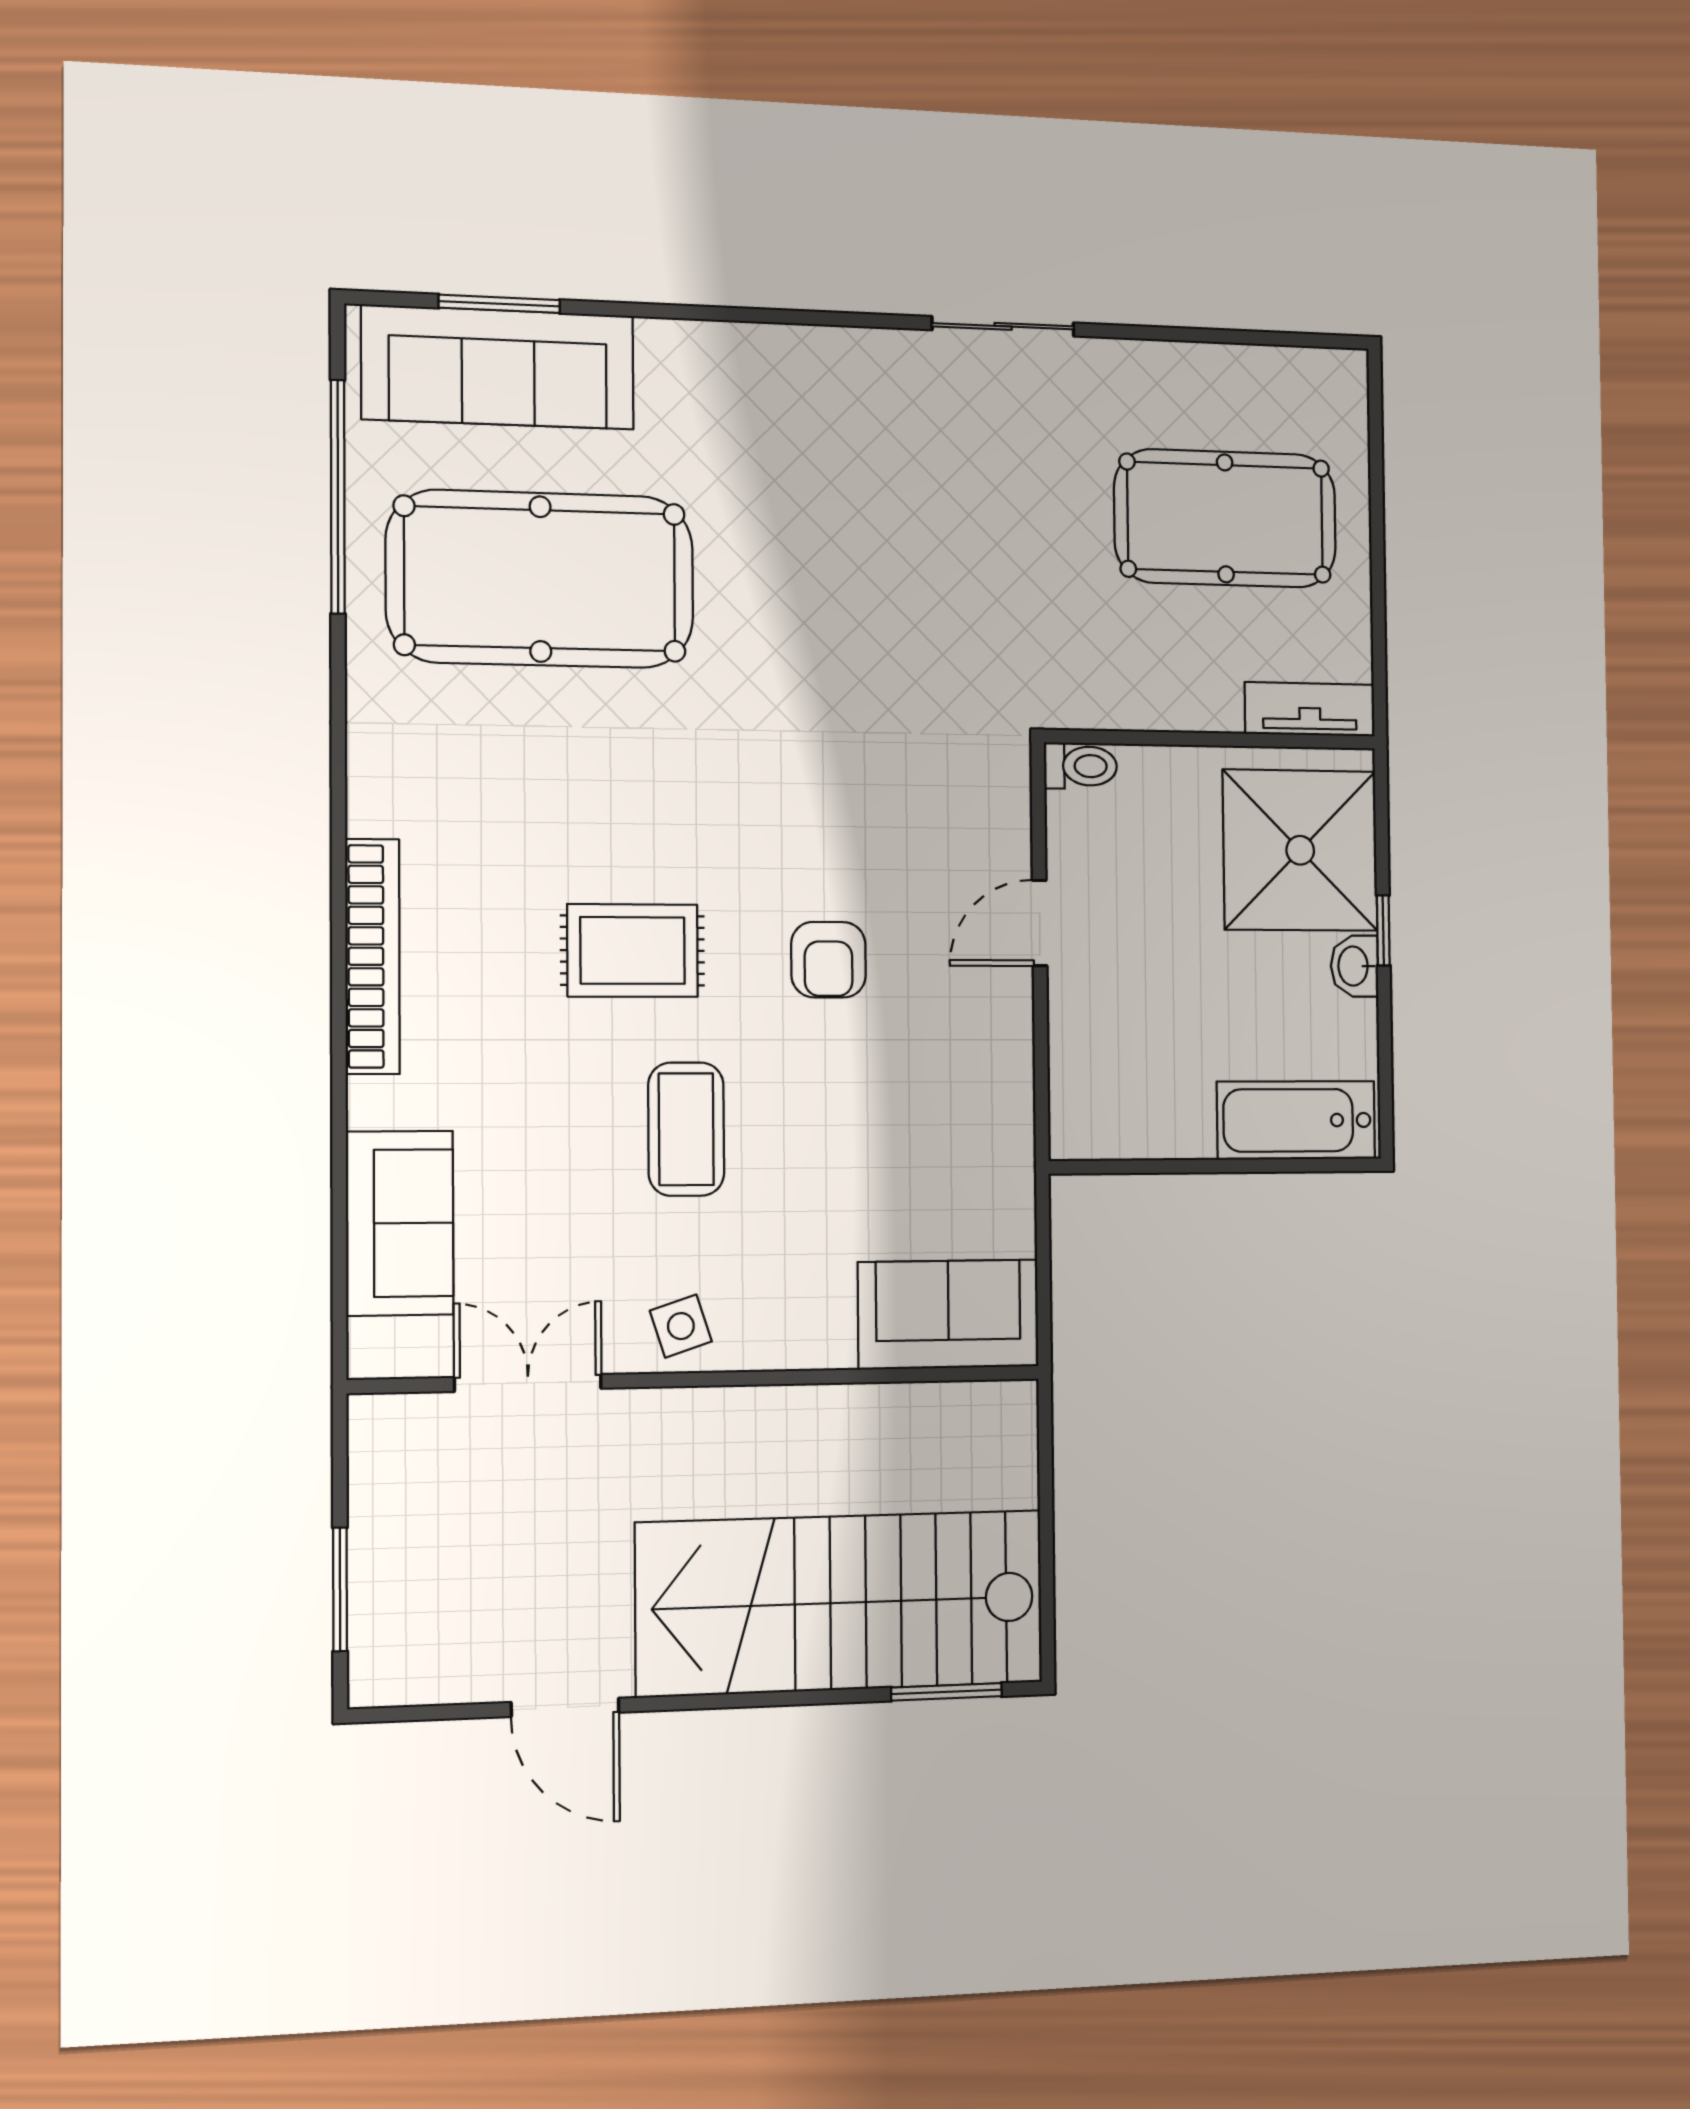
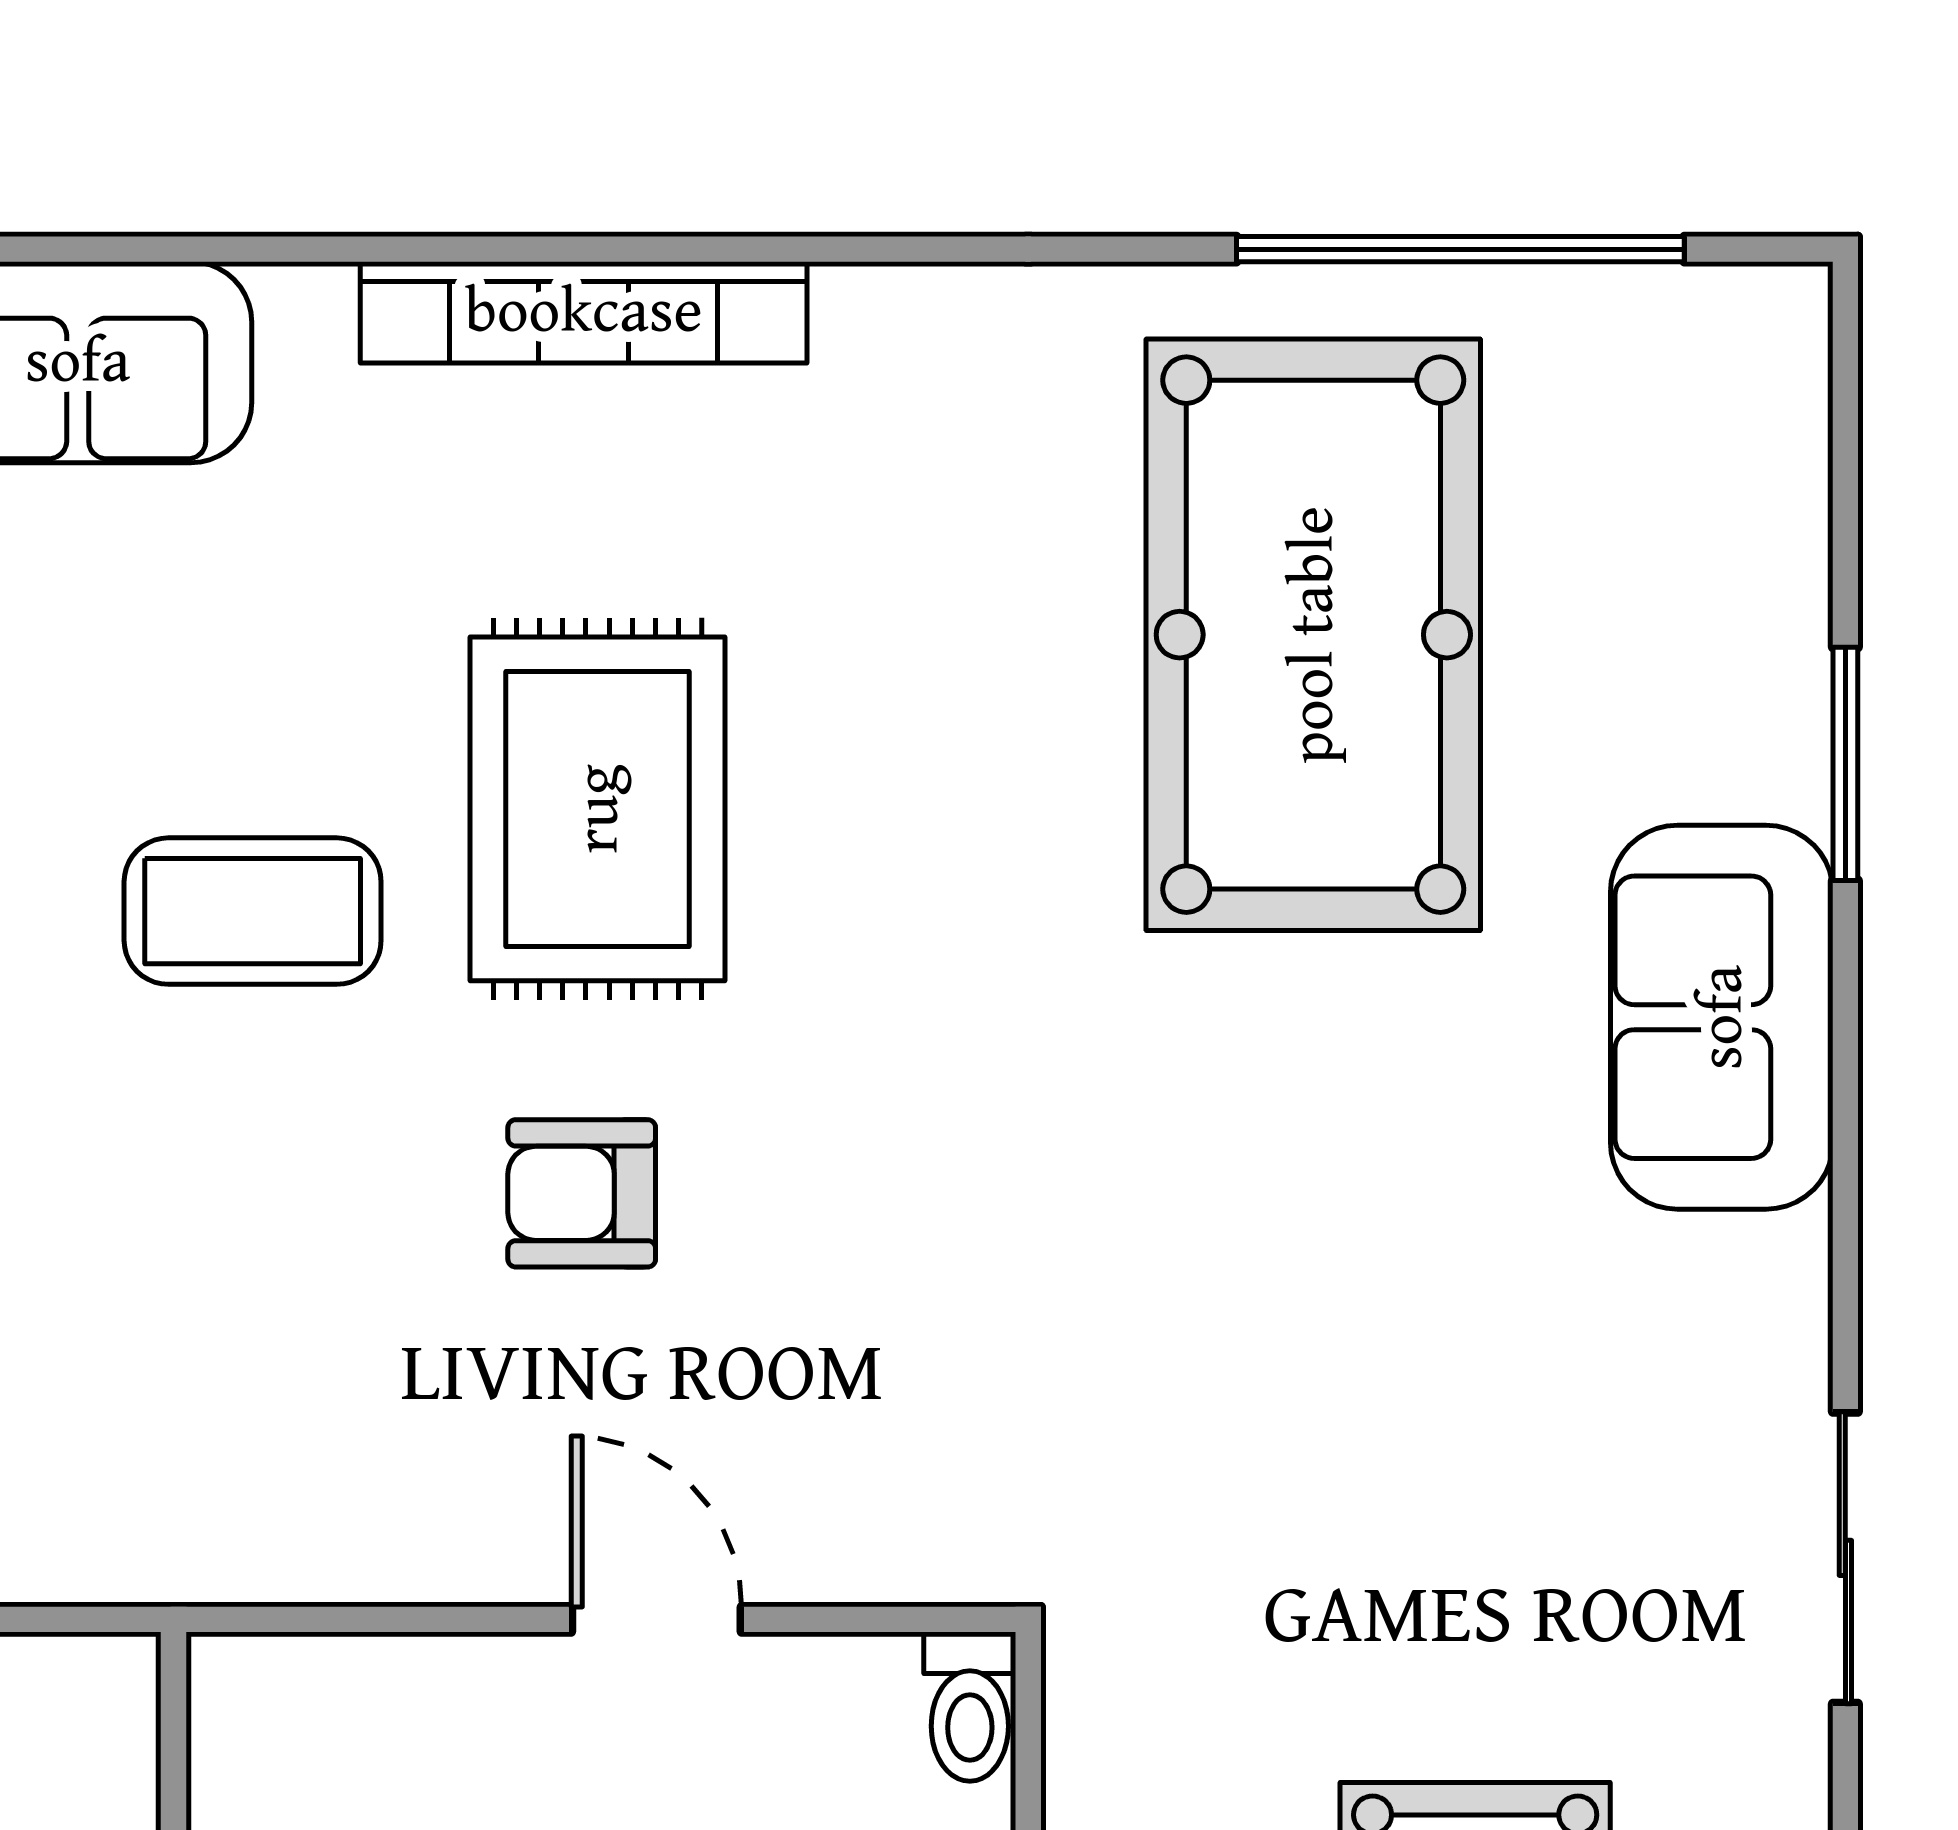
window: (499, 304) -> (1845, 764), moved
sofa: (498, 367) -> (1722, 1017), moved, width x0.73
rug: (633, 950) -> (598, 809), width x1.36, depth x1.43

